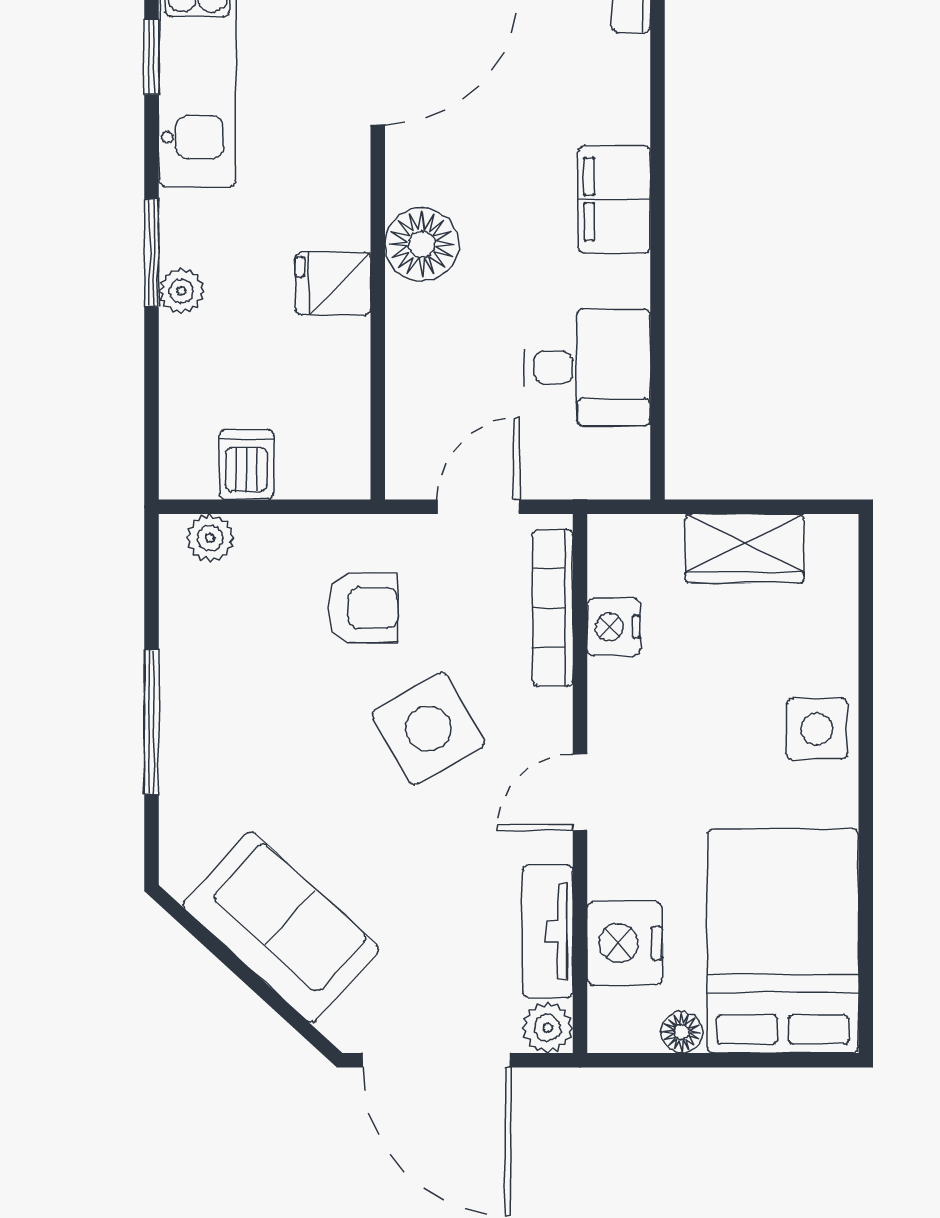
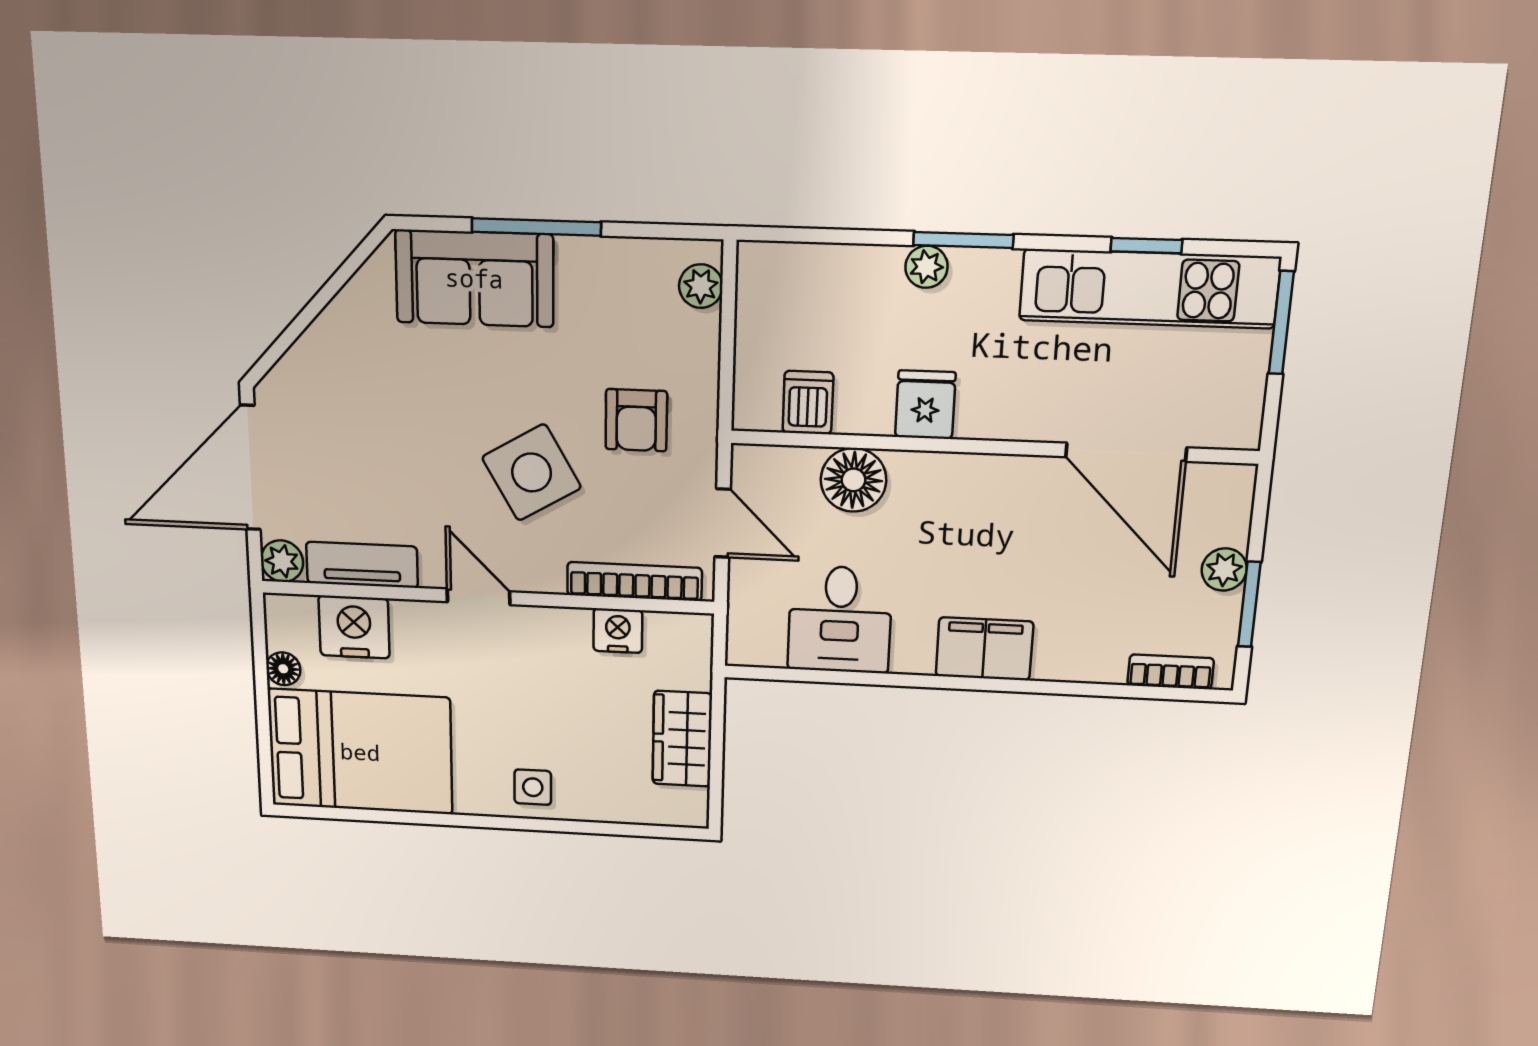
floor lamp: (422, 244) -> (853, 480), moved
dishwasher: (246, 464) -> (808, 403), moved, turned -90
side table: (817, 729) -> (533, 787), width x0.73, depth x0.73
sofa: (281, 927) -> (474, 278), moved, turned 48

